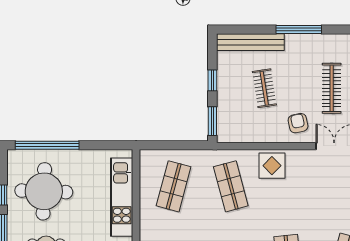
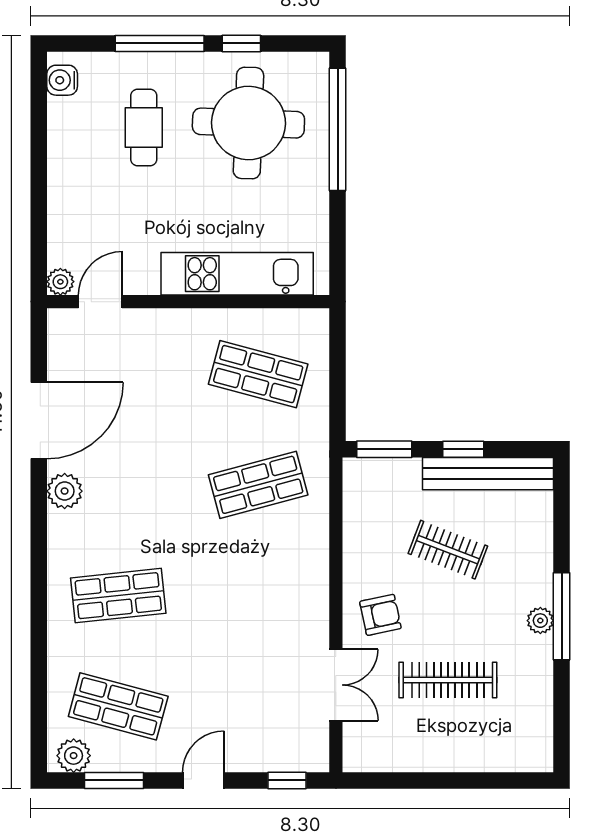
plant: (301, 41) -> (540, 621), added
bench: (250, 42) -> (488, 474), moved, turned 90
clothes rail: (264, 88) -> (448, 550), turned 30
display table: (272, 166) -> (298, 565), removed

